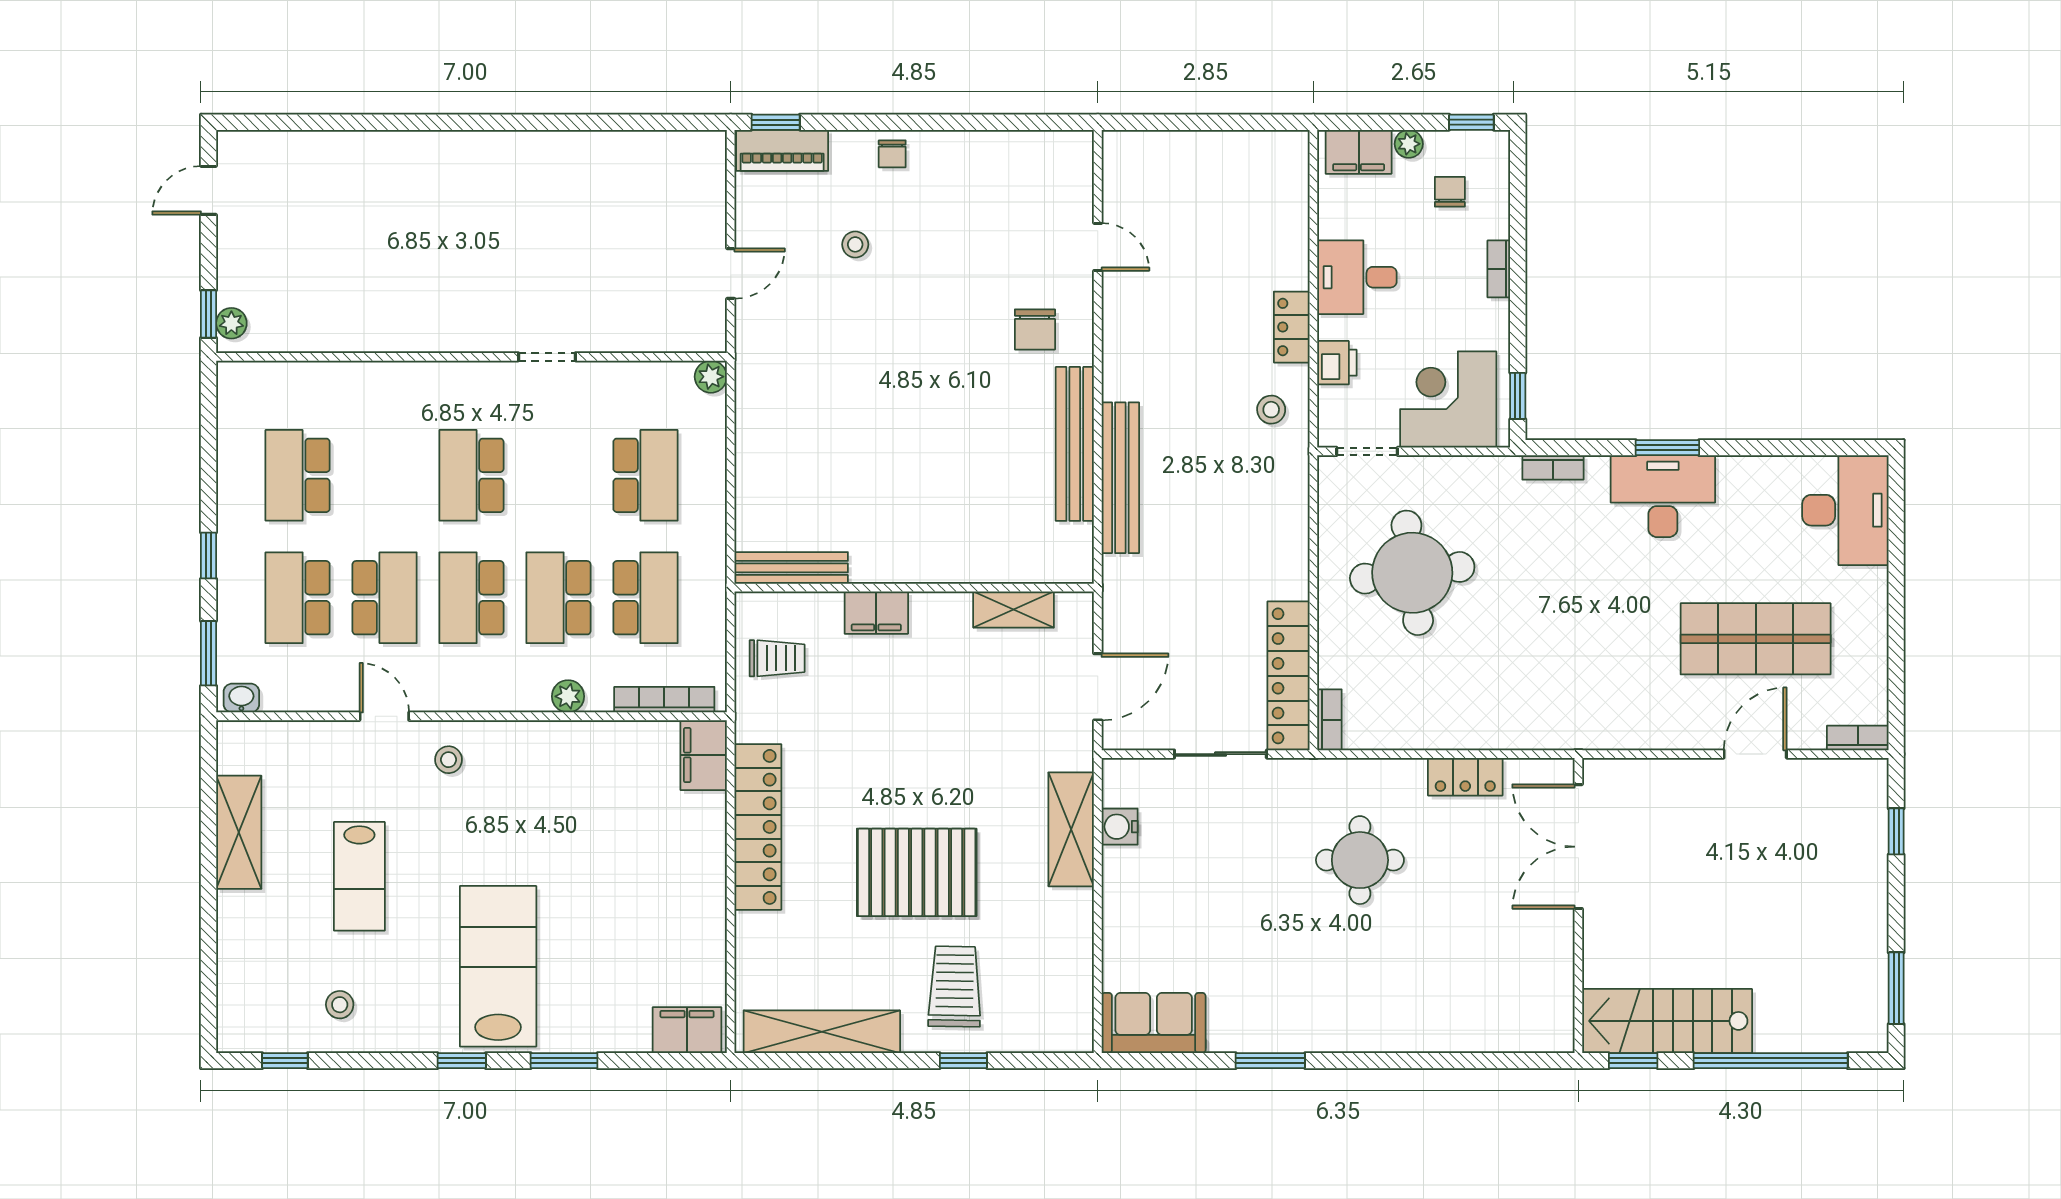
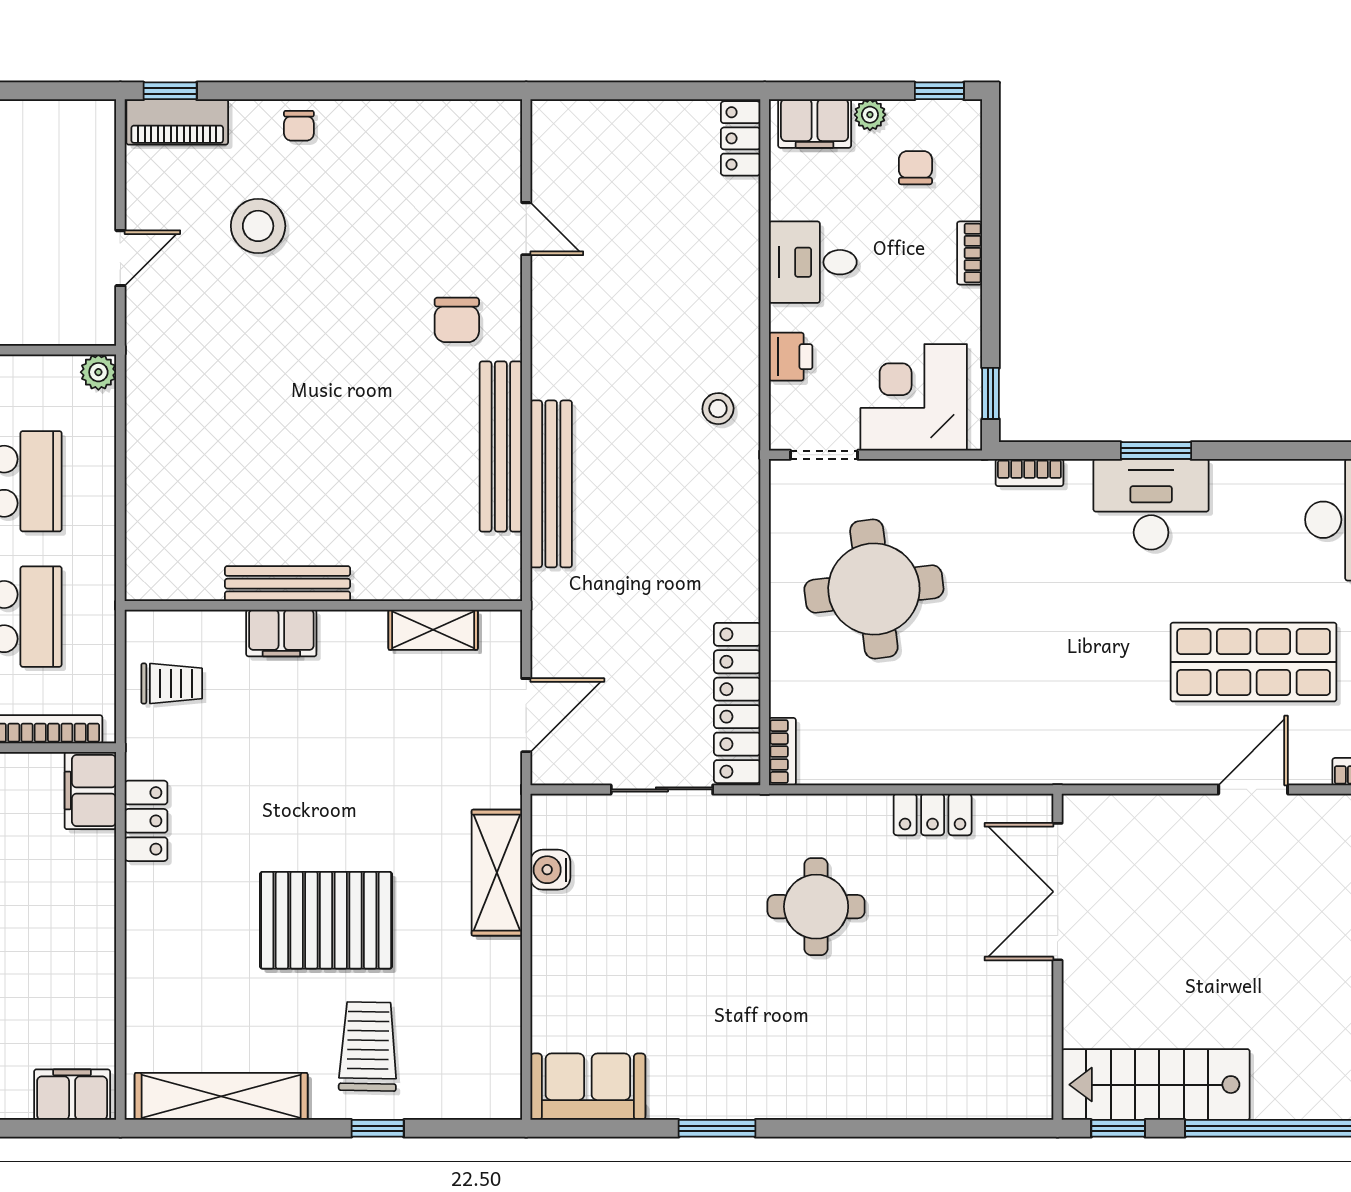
stool: (855, 244) -> (258, 226), width x1.89, depth x1.89
locker: (1292, 327) -> (741, 138), moved
bench: (791, 568) -> (288, 584), moved
locker: (758, 827) -> (146, 821), width x0.46, depth x0.83

